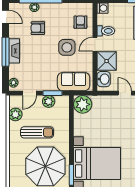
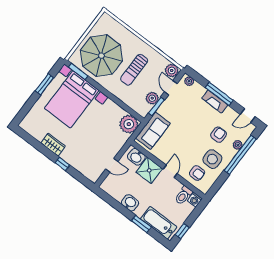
toilet: (106, 31) -> (183, 195), moved
side table: (67, 47) -> (212, 159), moved
plant: (15, 114) -> (172, 70), moved

